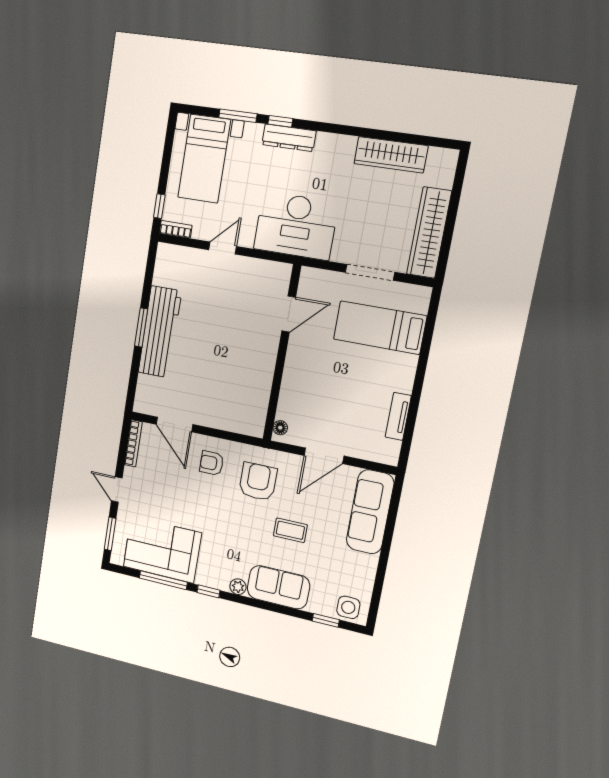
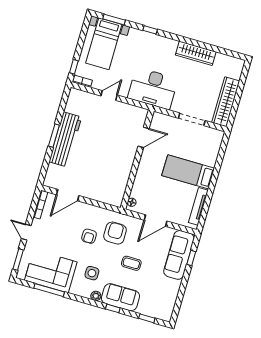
window: (238, 116) -> (114, 20), moved
dresser: (289, 138) -> (154, 40), removed
wardrobe: (391, 155) -> (196, 53), moved
bed: (380, 328) -> (188, 172), moved
tv unit: (398, 416) -> (198, 206), width x1.41
door: (174, 424) -> (68, 195), hinge flipped
armchair: (212, 463) -> (89, 236), moved, turned -90
window: (392, 516) -> (191, 258), added
window: (209, 591) -> (113, 308), moved
side table: (348, 607) -> (92, 273), moved

